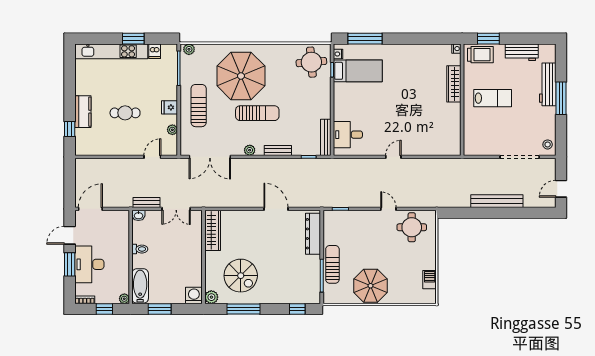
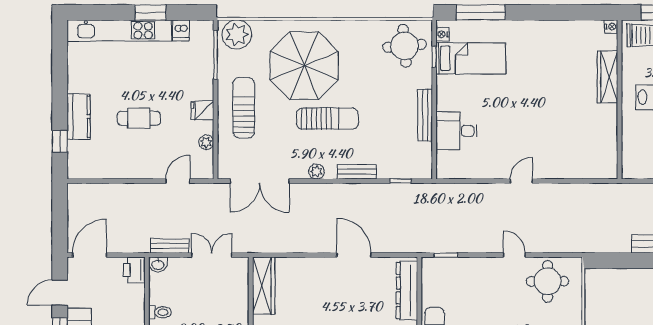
plant: (189, 49) -> (237, 35), width x1.87, depth x1.87
desk: (348, 135) -> (456, 131), moved
bench: (326, 137) -> (425, 115), moved
double door: (176, 209) -> (212, 255), swing flipped
printer: (122, 219) -> (134, 270), added

